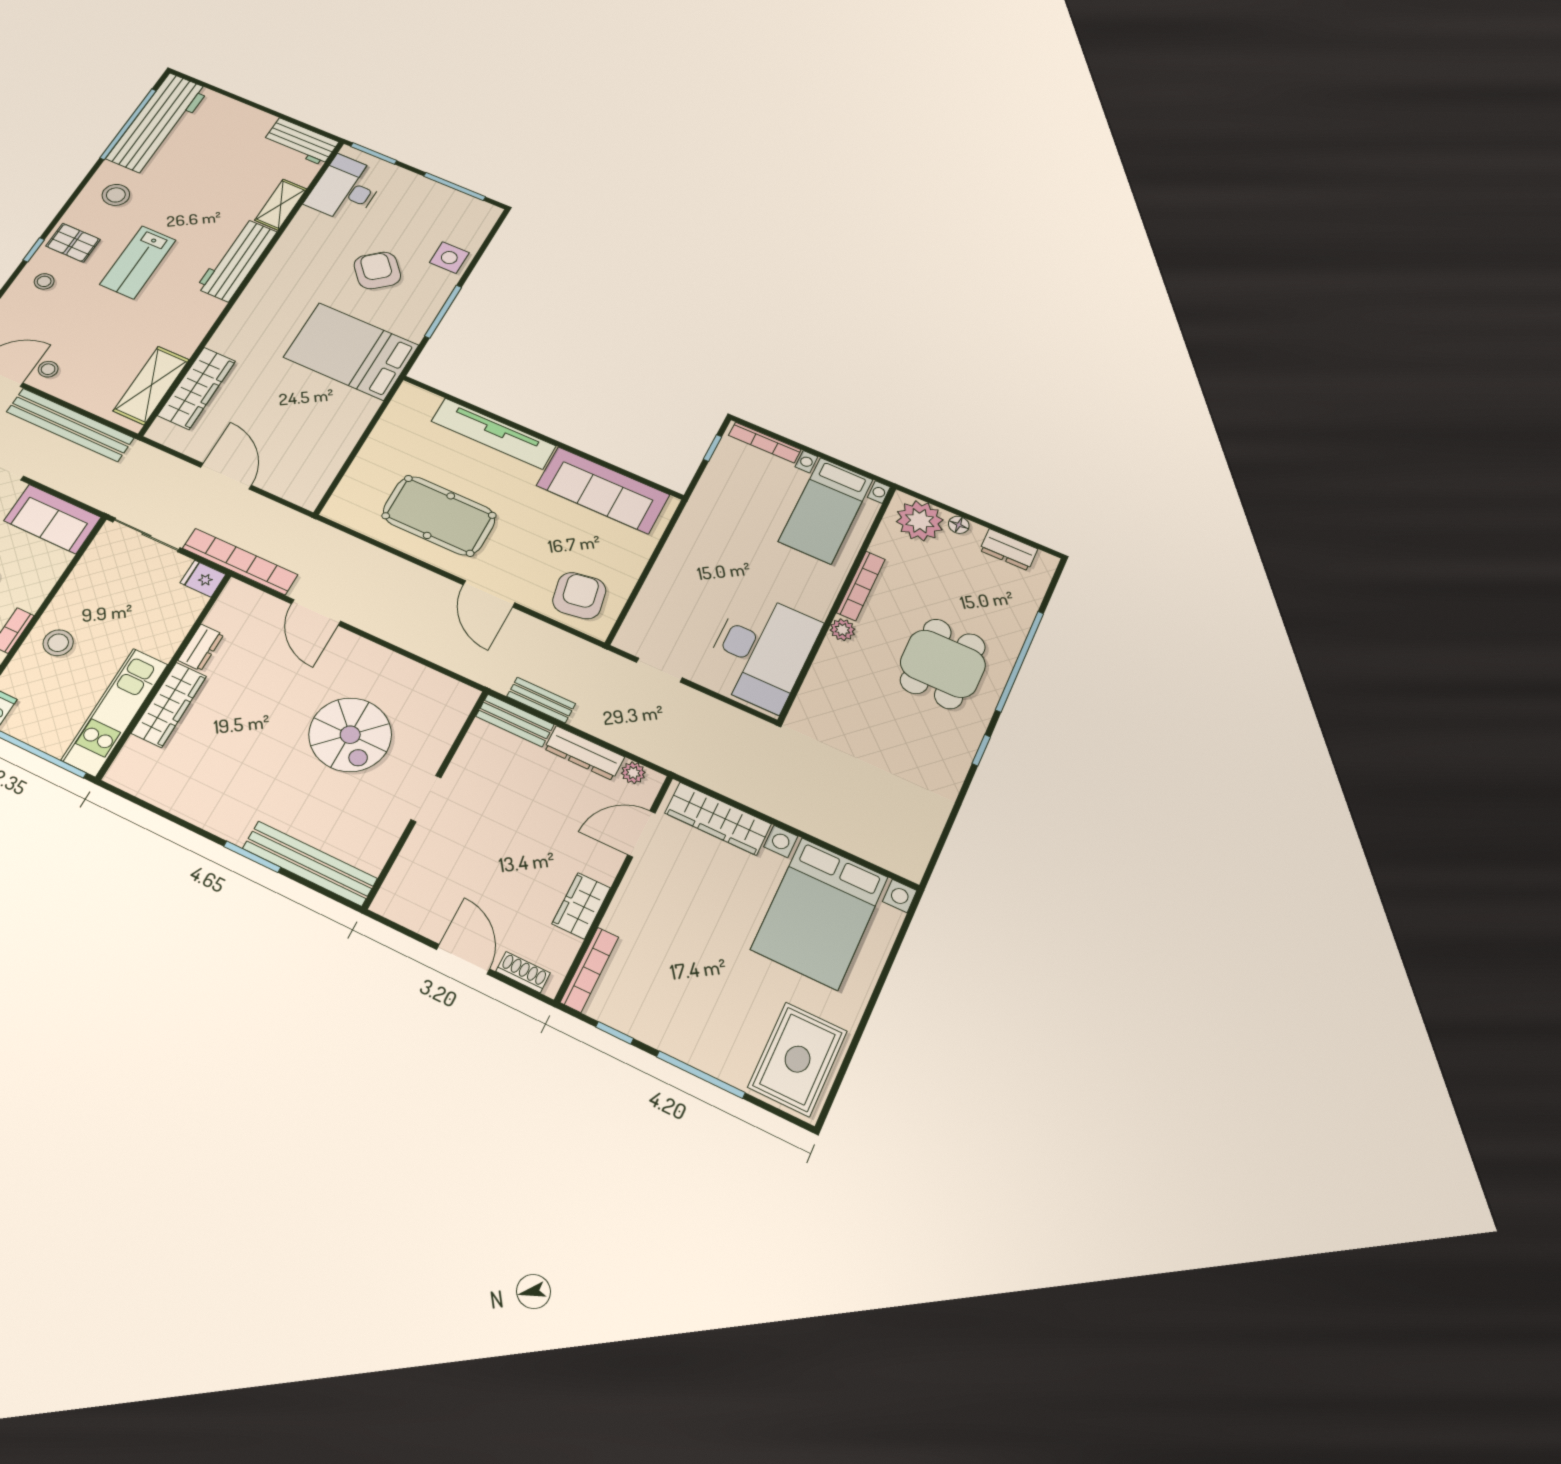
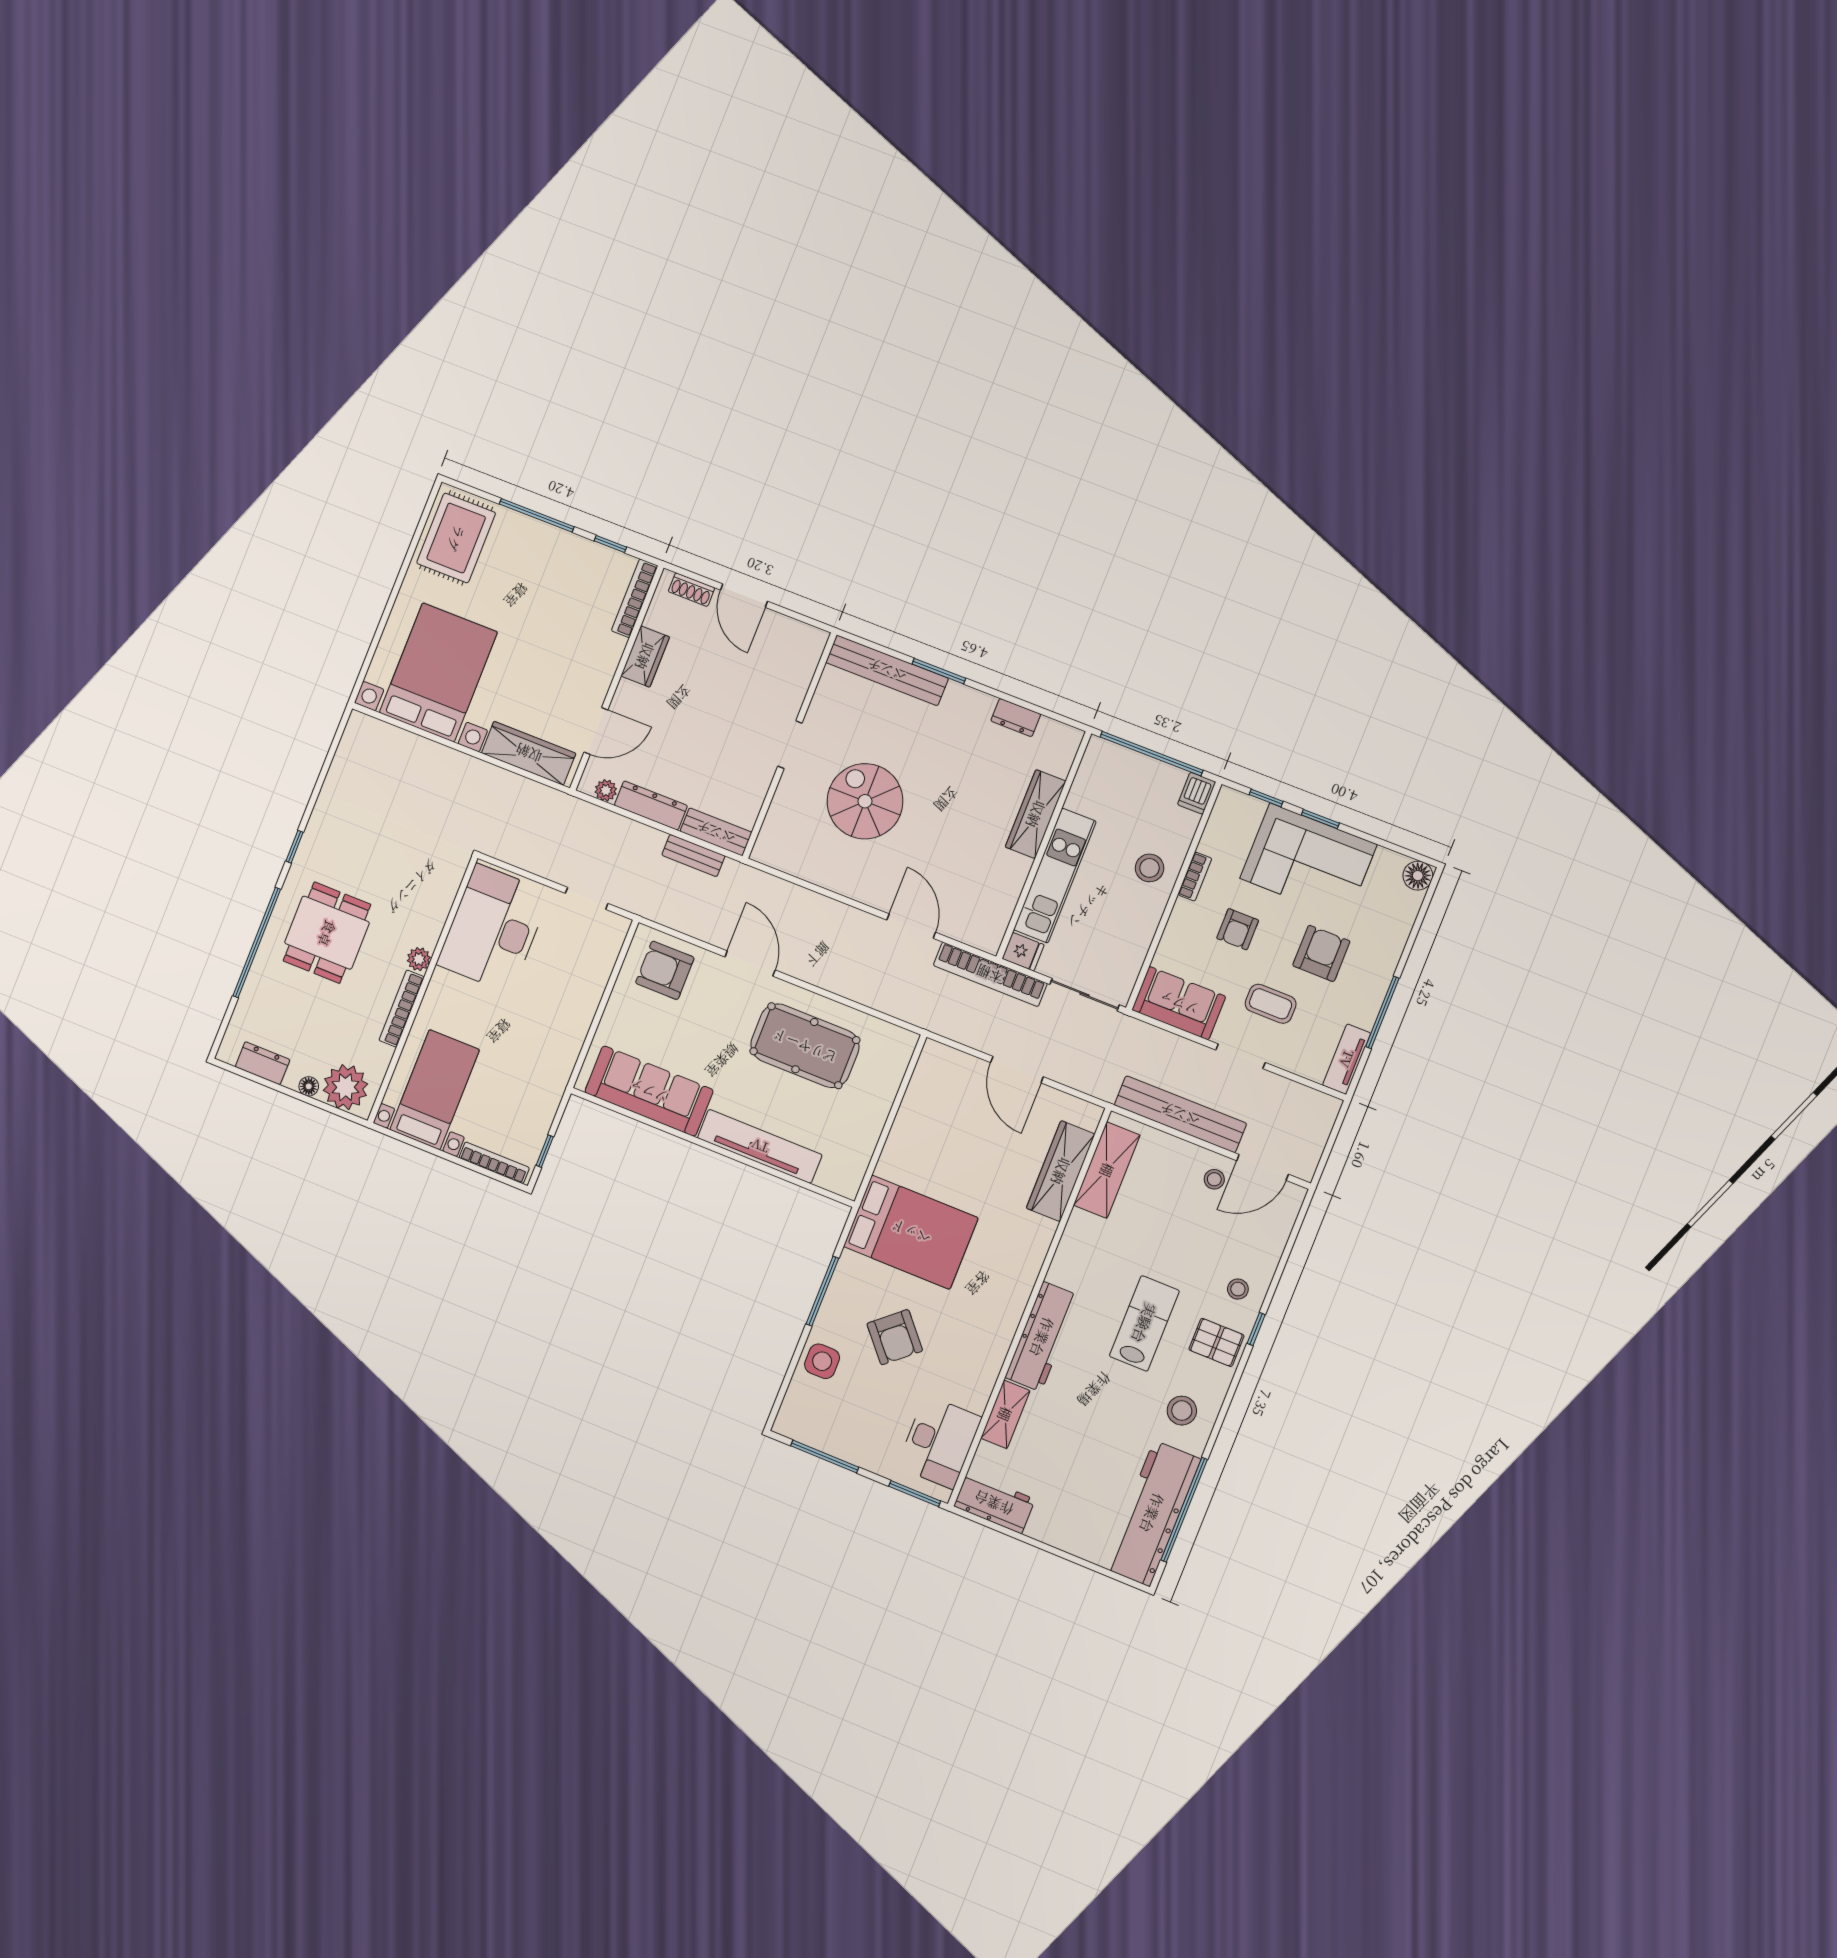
armchair: (579, 596) -> (665, 970), turned 100
dresser: (201, 647) -> (1016, 718), moved, turned -90
kitchen unit: (115, 712) -> (1055, 876), moved

